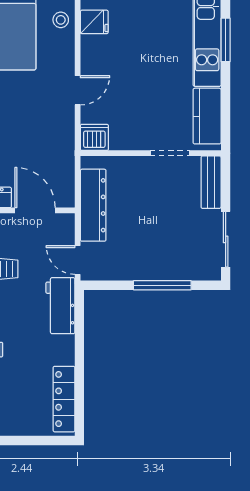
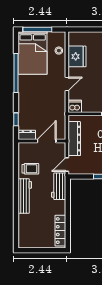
fridge: (94, 22) -> (77, 56), width x1.88, depth x1.34
door: (35, 210) -> (47, 141), hinge flipped
door: (78, 260) -> (67, 165), hinge flipped

